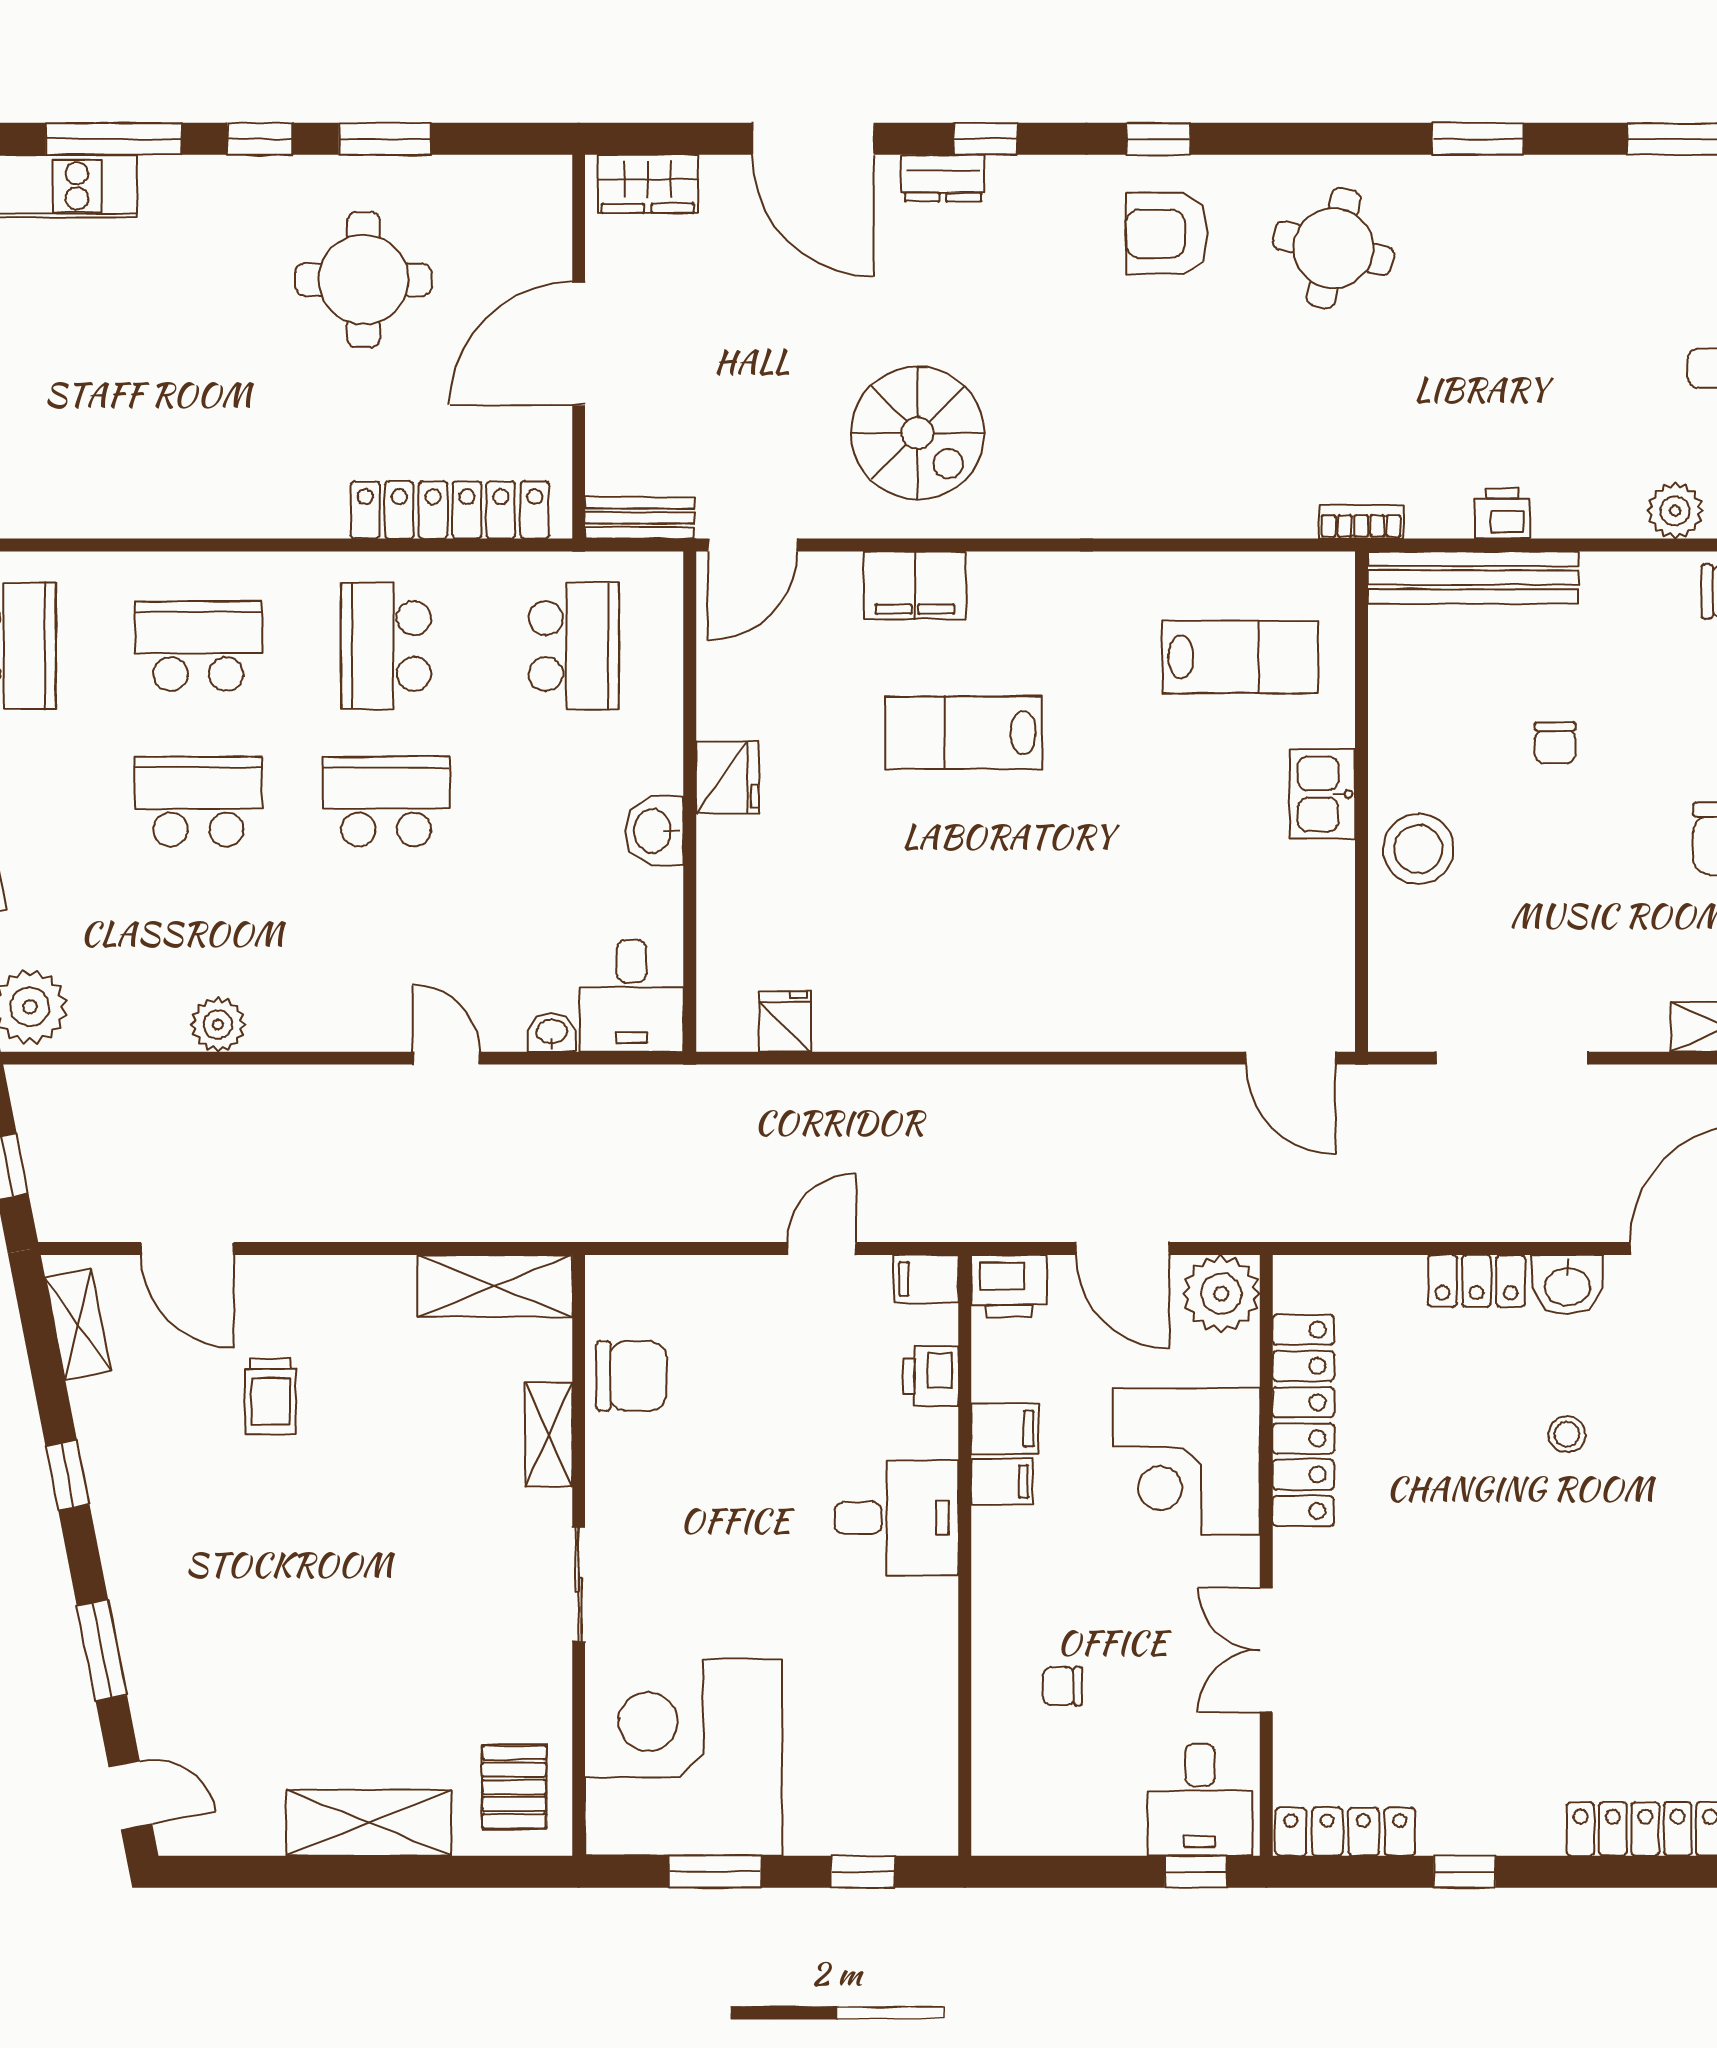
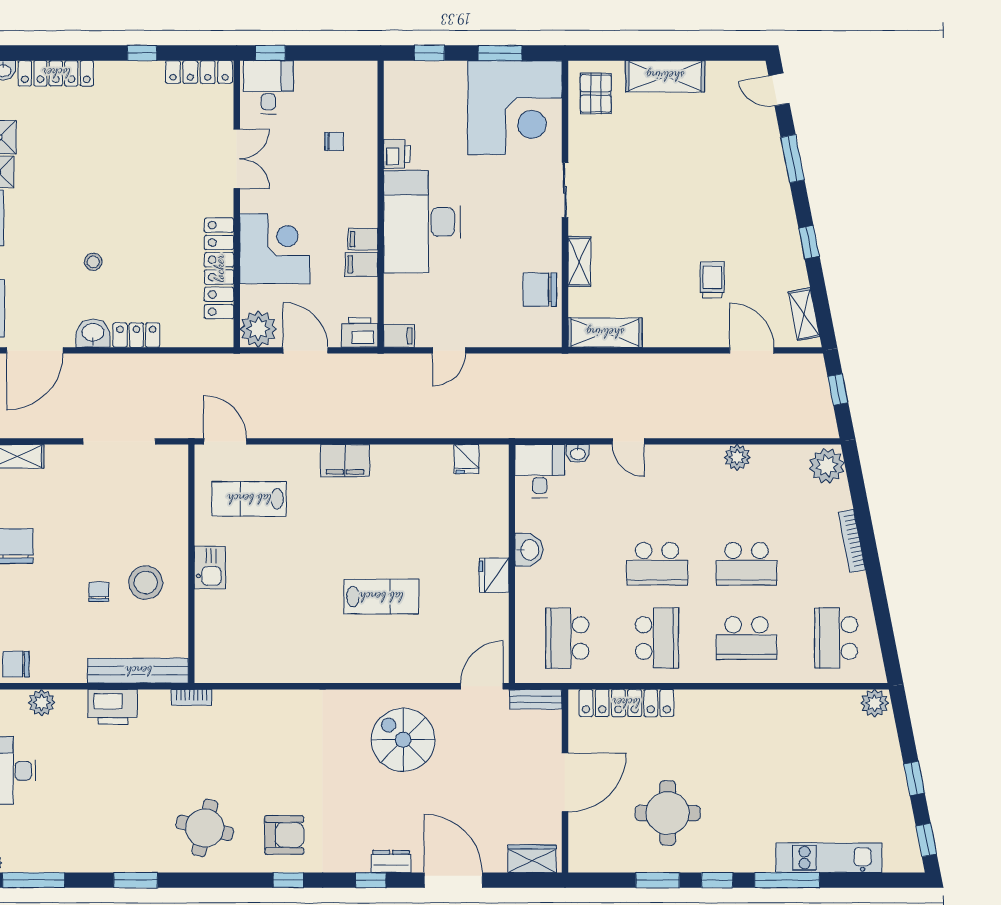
printer: (1502, 514) -> (113, 707), width x1.87, depth x1.48
filing cabinet: (915, 585) -> (345, 461), moved, turned 180
lab bench: (1240, 657) -> (249, 499), moved
stool: (1418, 849) -> (146, 583), moved
printer: (931, 1376) -> (397, 154), moved
desk: (897, 1518) -> (422, 222), width x1.87, depth x1.30

